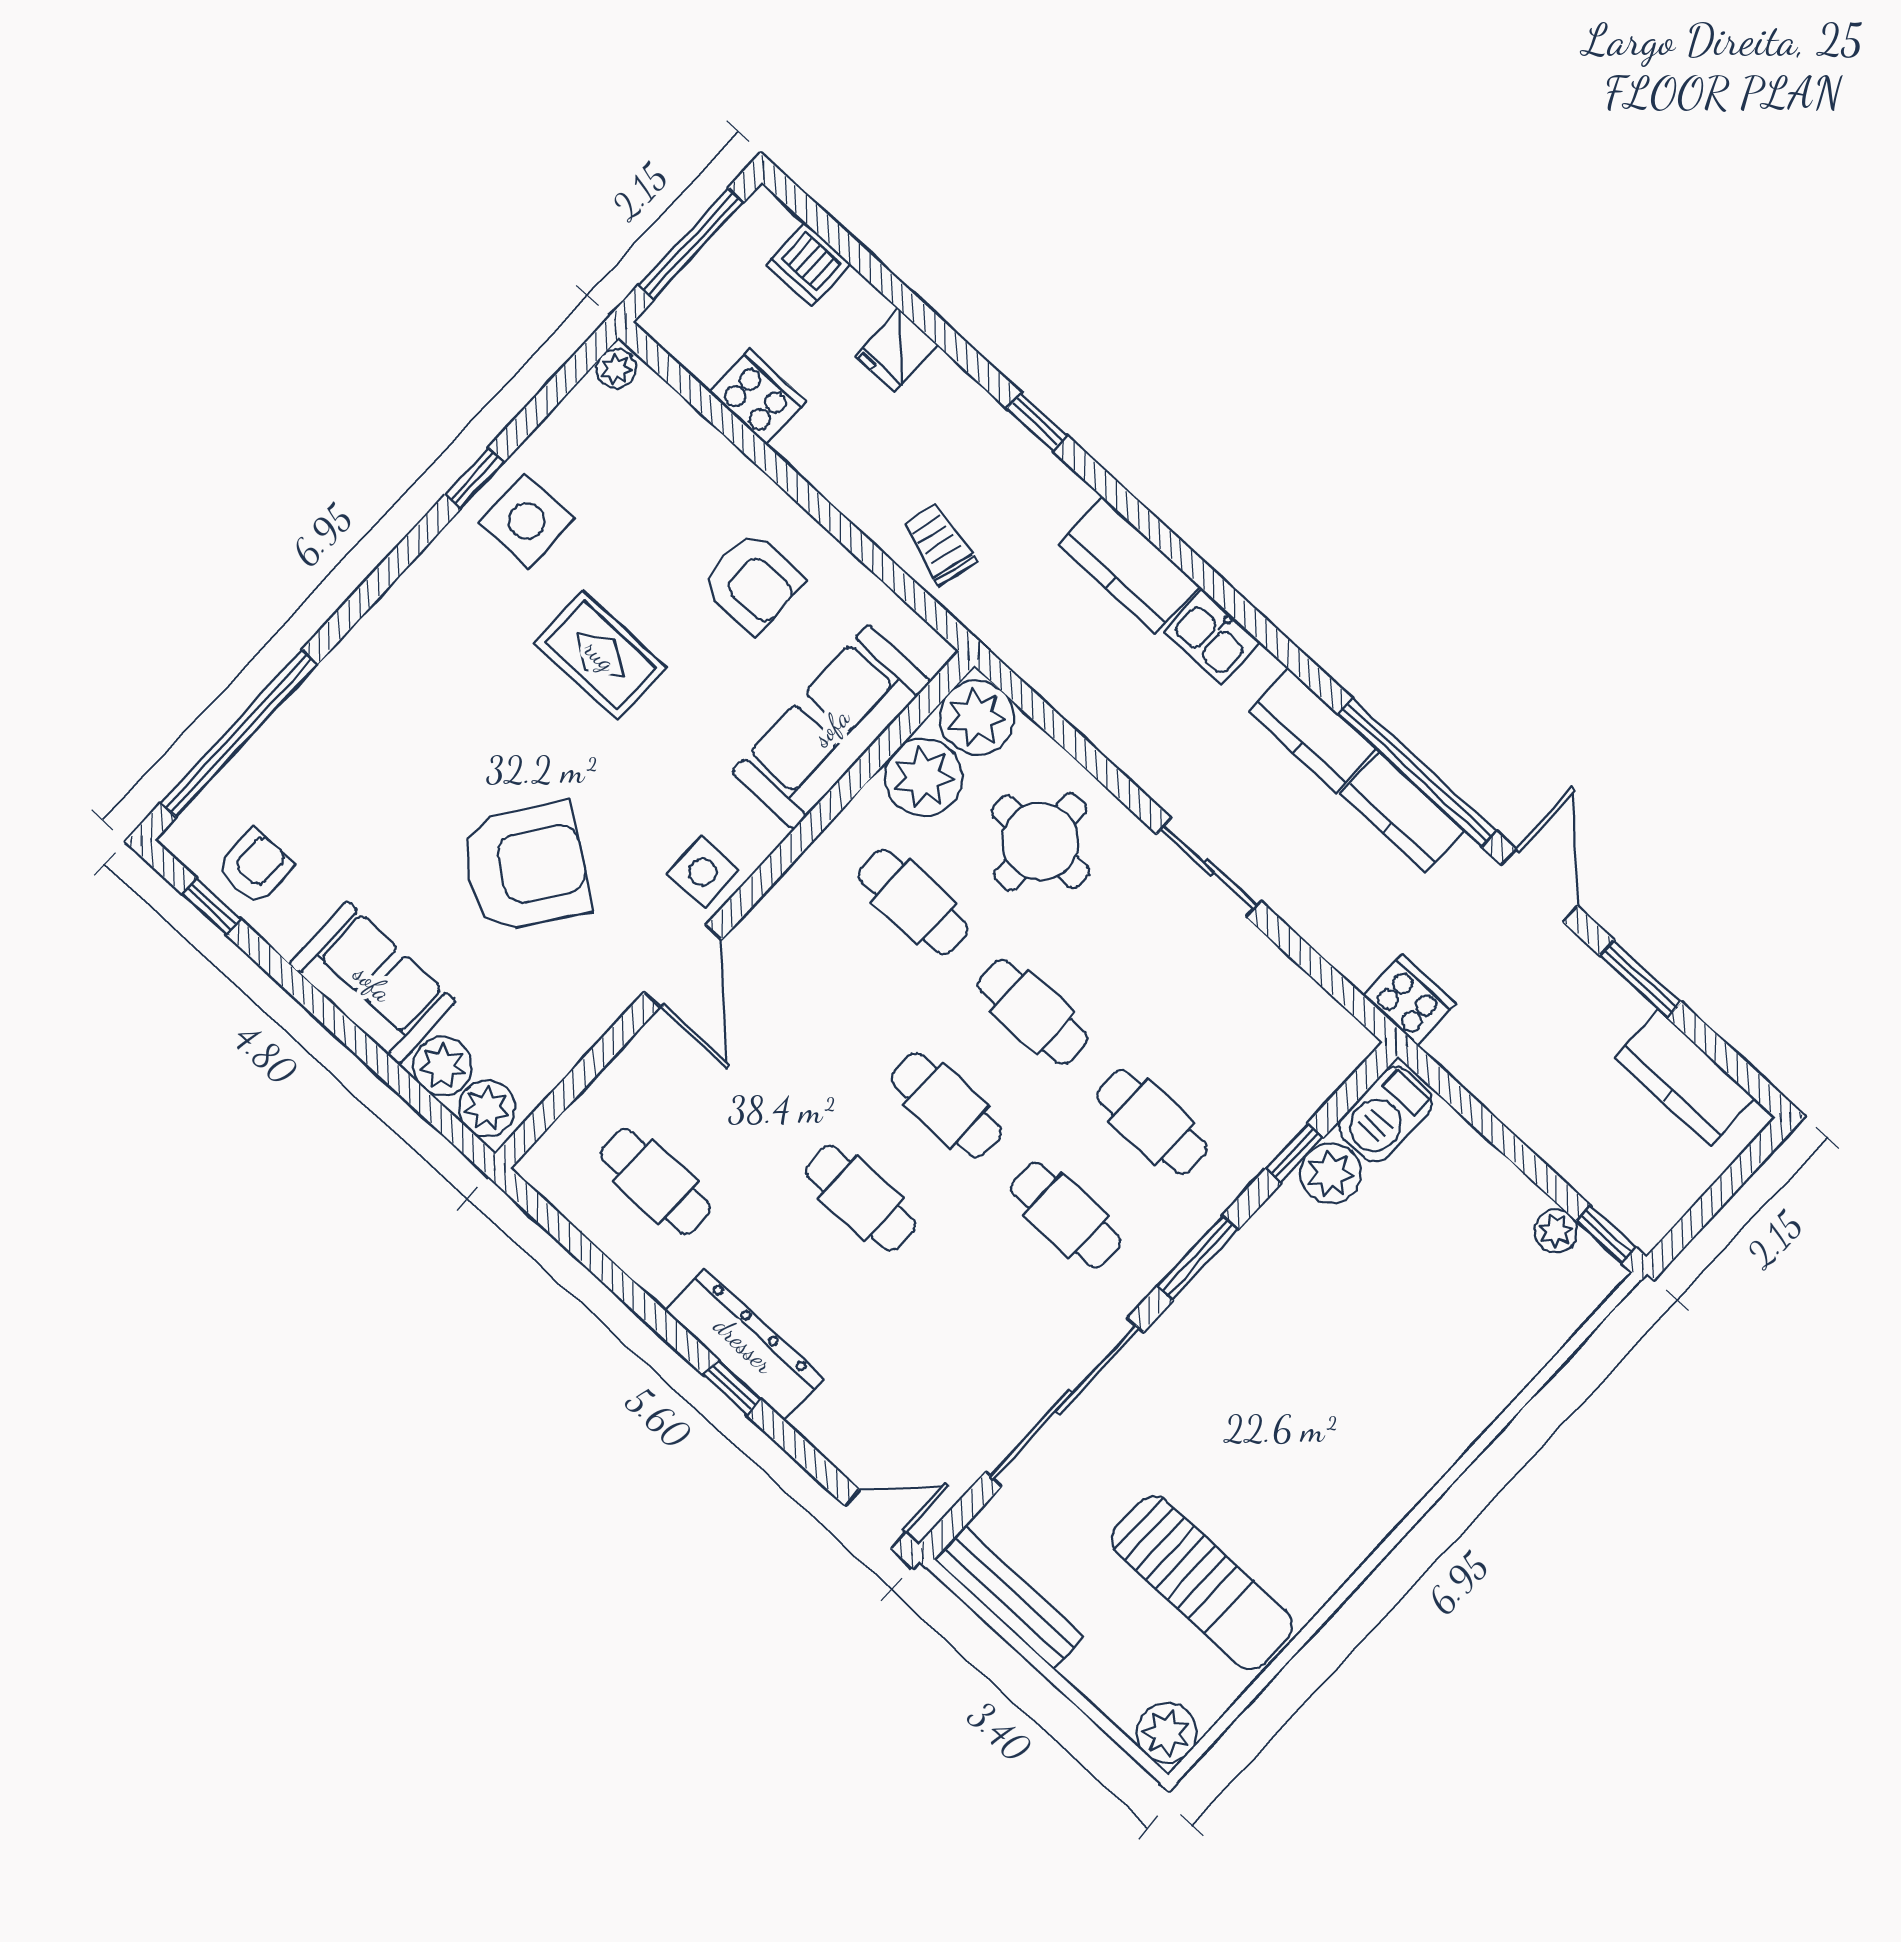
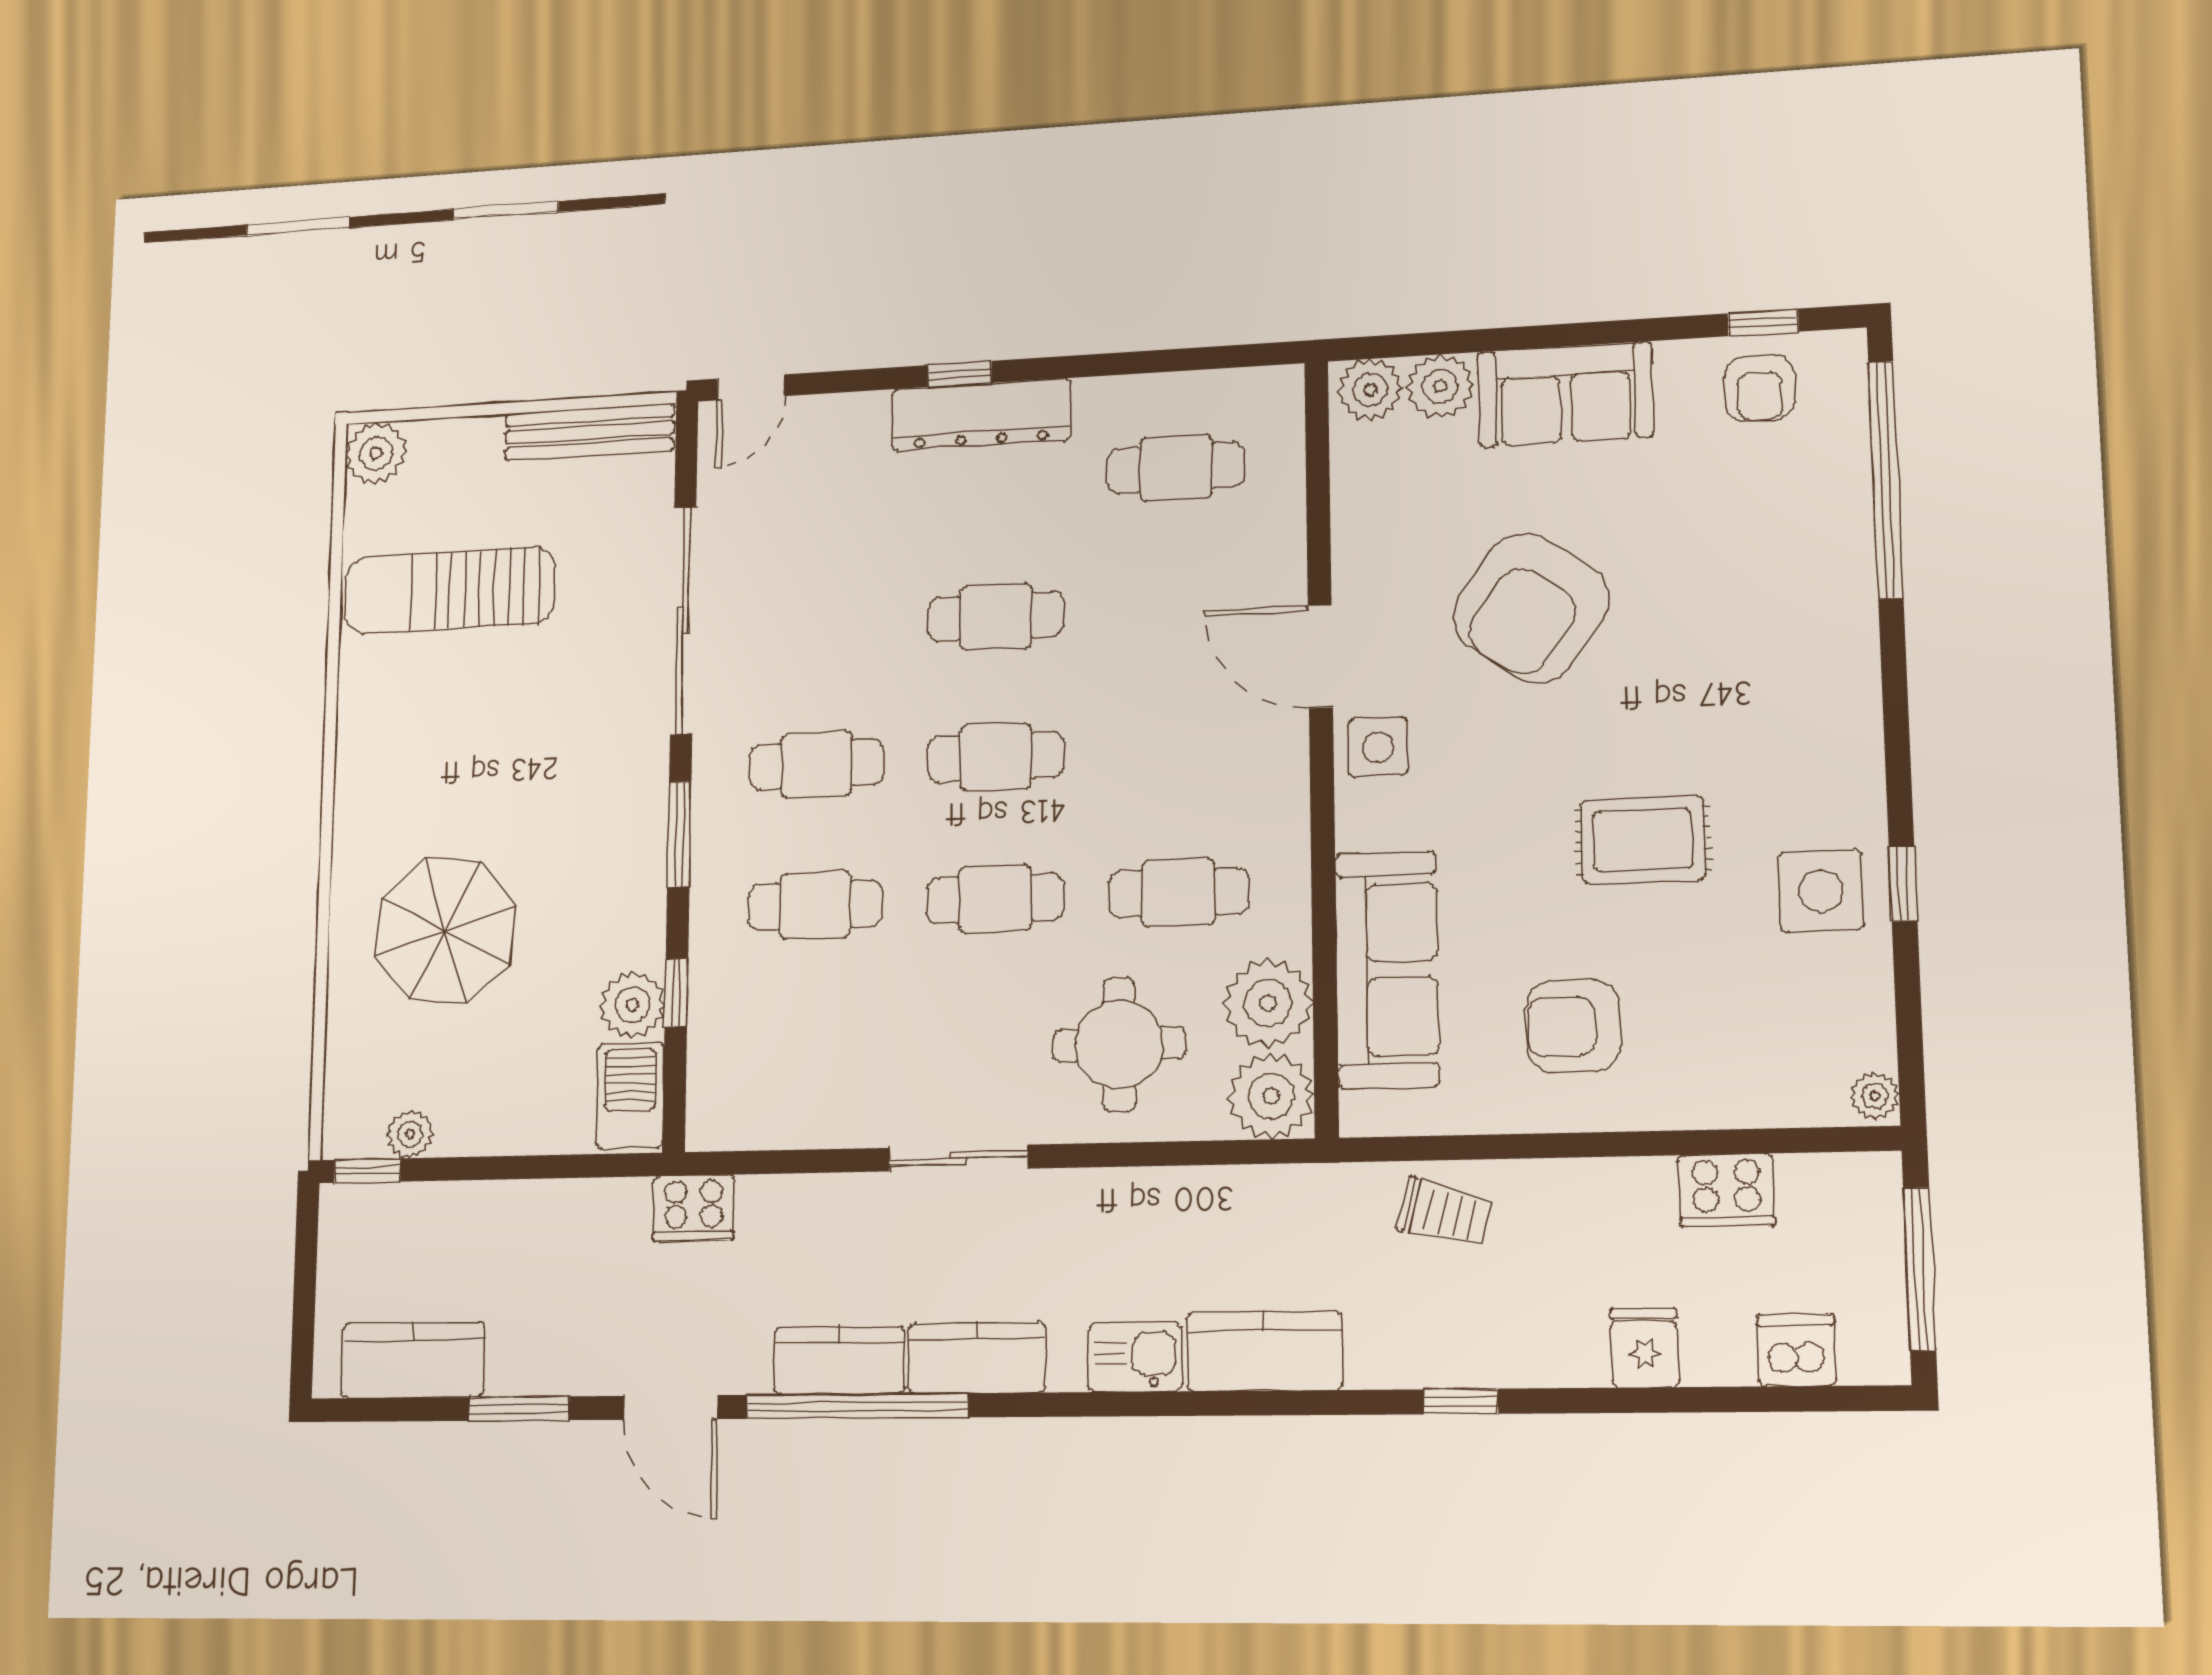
parasol: (1412, 1346) -> (445, 931), added

